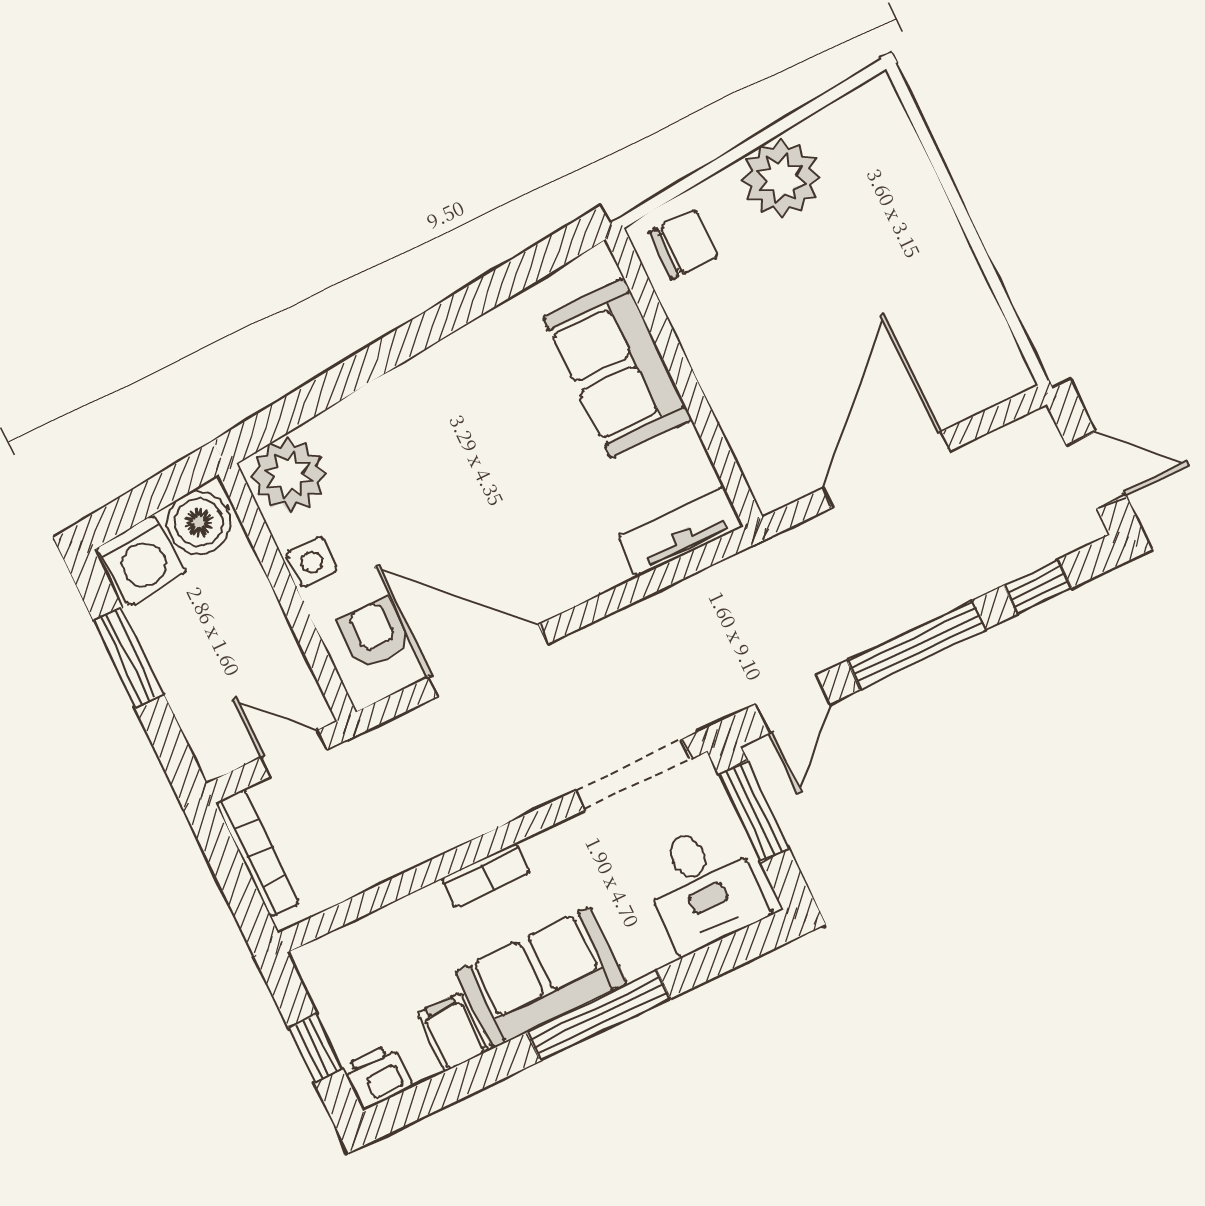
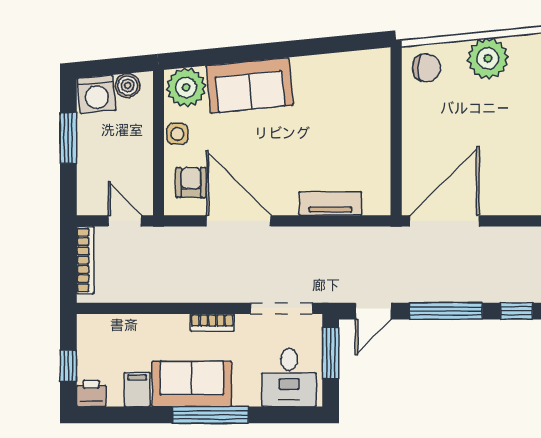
sofa: (617, 368) -> (250, 85), moved, turned -96
door: (886, 470) -> (444, 221), moved
boiler: (199, 523) -> (128, 86), width x0.73, depth x0.73
tv unit: (681, 532) -> (330, 204), moved
bookcase: (486, 875) -> (212, 323), moved

